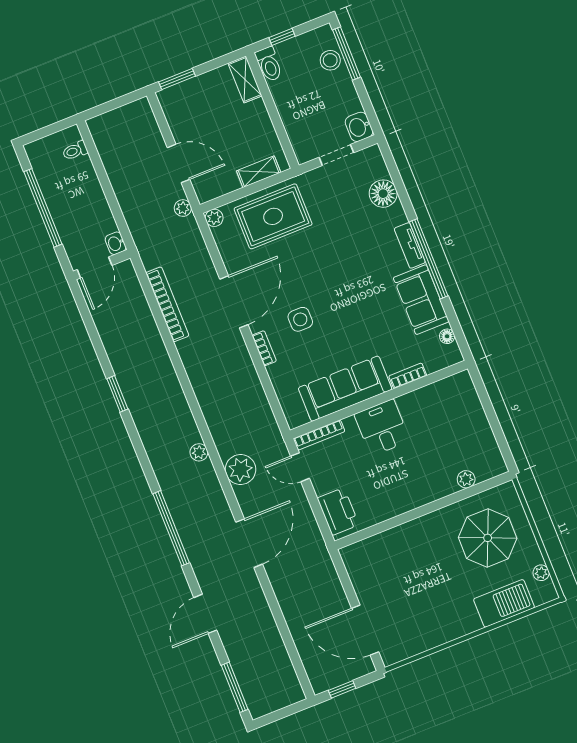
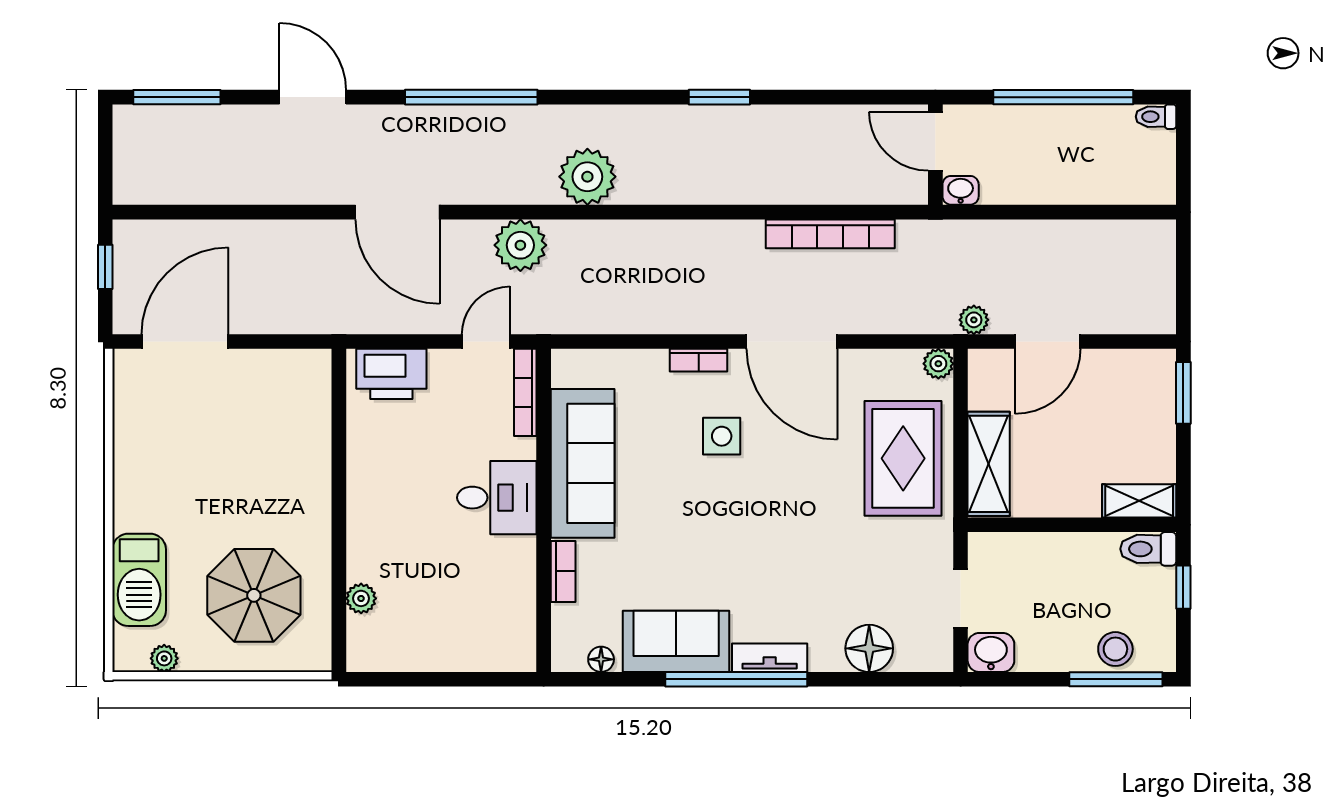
toilet: (75, 151) -> (1156, 117), moved, turned -90
shelving: (259, 172) -> (989, 464), width x1.50, depth x1.33
plant: (199, 452) -> (587, 177), width x1.87, depth x1.87

